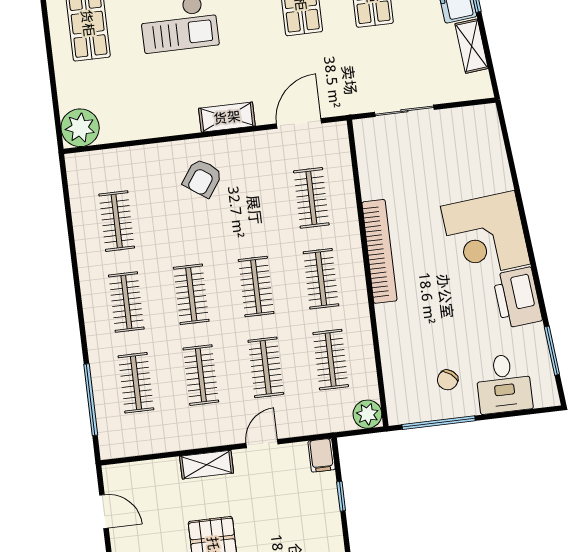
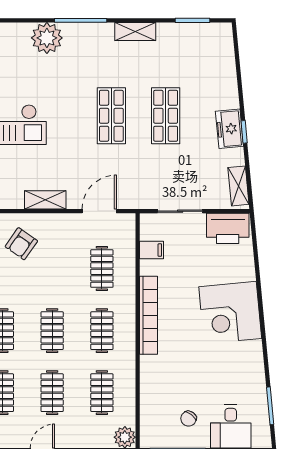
shelving: (472, 46) -> (238, 186), moved
filing cabinet: (373, 166) -> (152, 250), added
printer: (517, 298) -> (228, 228), moved, turned -85

